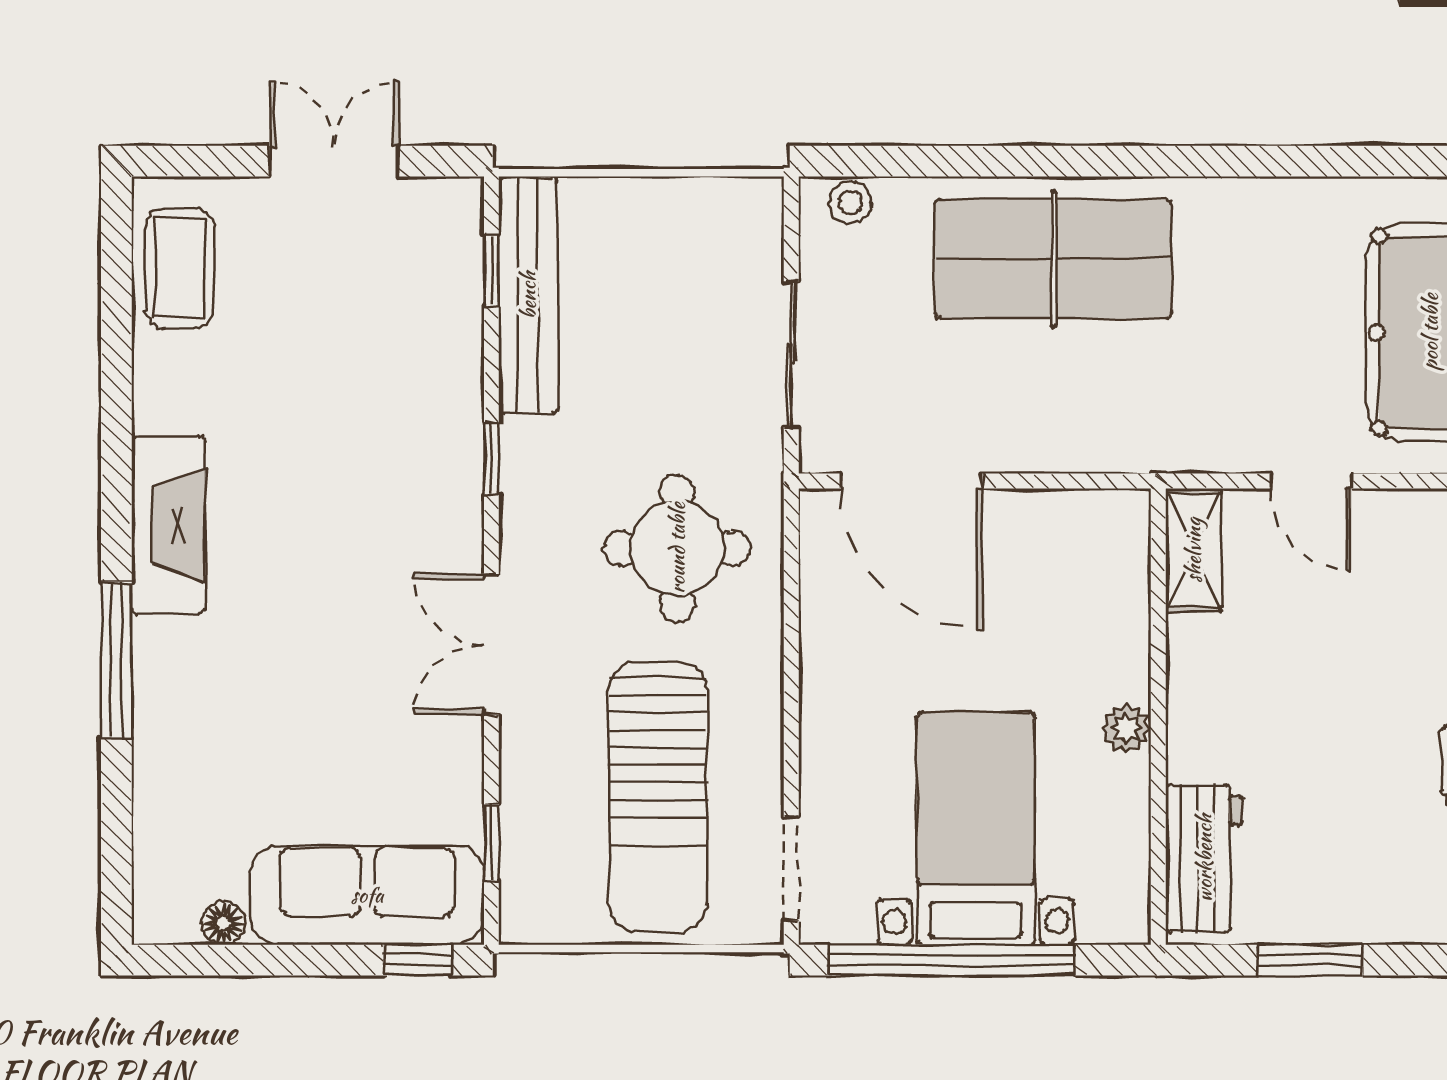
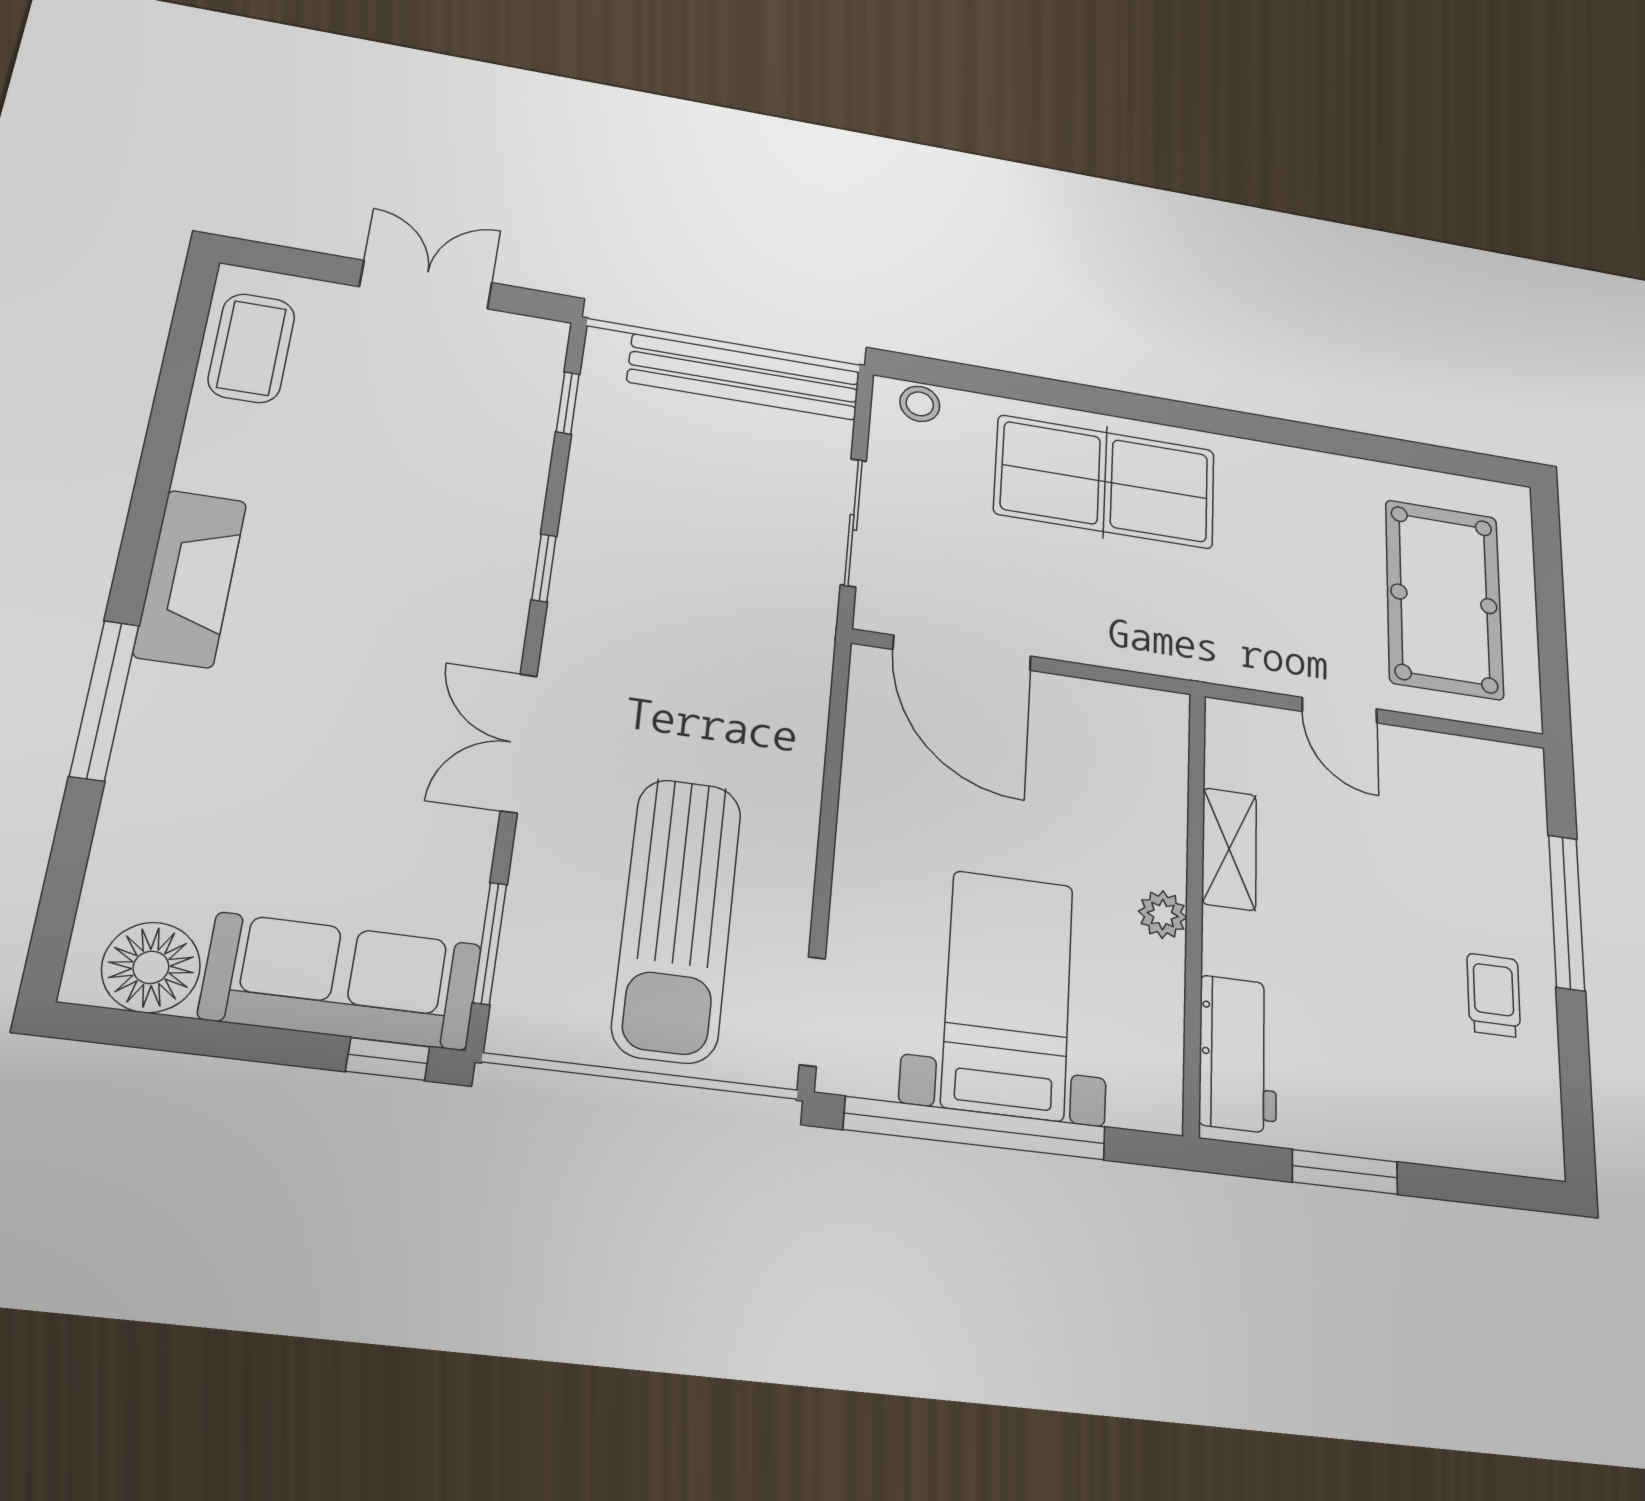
bench: (528, 295) -> (744, 377), moved, turned 90
round table: (677, 548) -> (724, 679), removed
shelving: (1193, 550) -> (1229, 849), moved
window: (491, 843) -> (490, 943), width x1.50
floor lamp: (223, 923) -> (151, 967), width x1.89, depth x1.89

